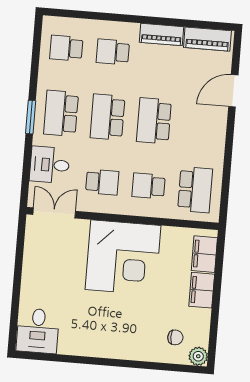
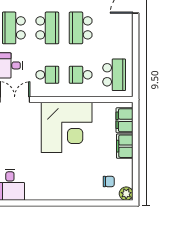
school desk: (108, 117) -> (47, 28), turned 180

